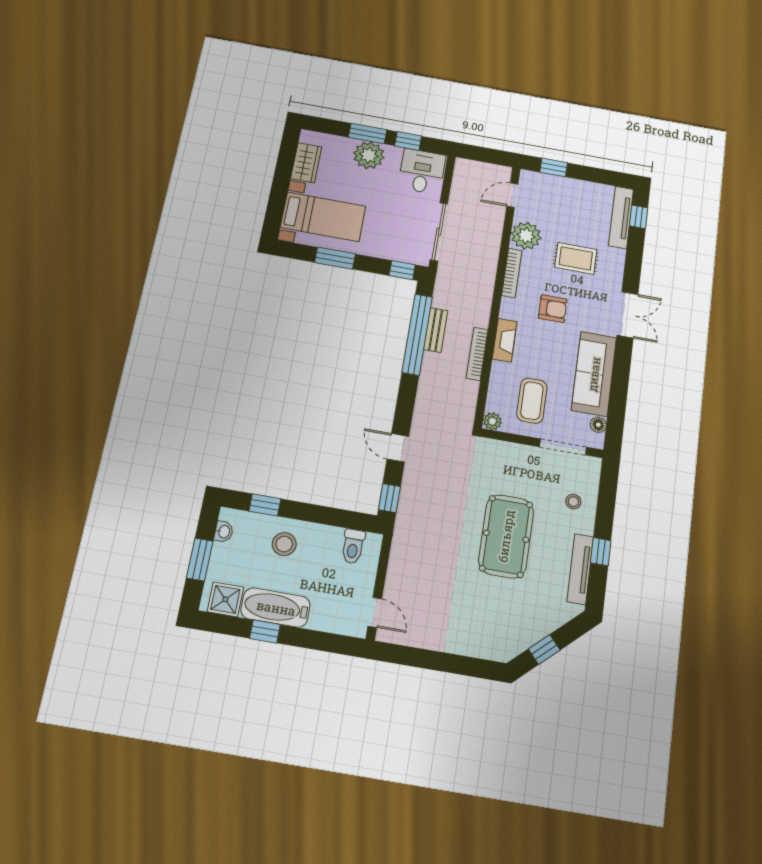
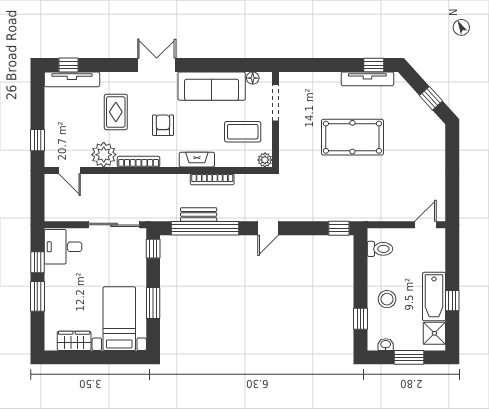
plant: (369, 155) -> (57, 292), removed
door: (398, 448) -> (268, 228), moved
stool: (573, 502) -> (317, 90), removed
window: (601, 552) -> (374, 65), moved

